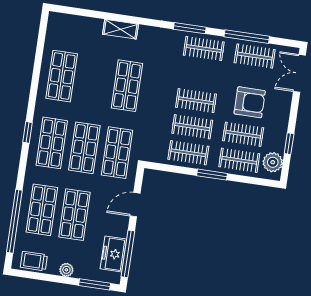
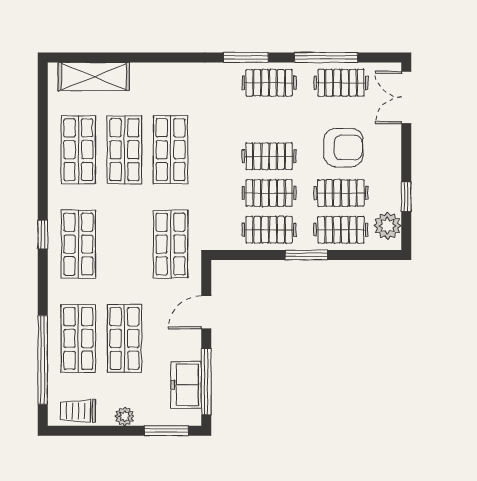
shelving: (121, 29) -> (94, 77), moved, width x1.50, depth x1.33
shop shelf: (84, 148) -> (124, 150), moved

